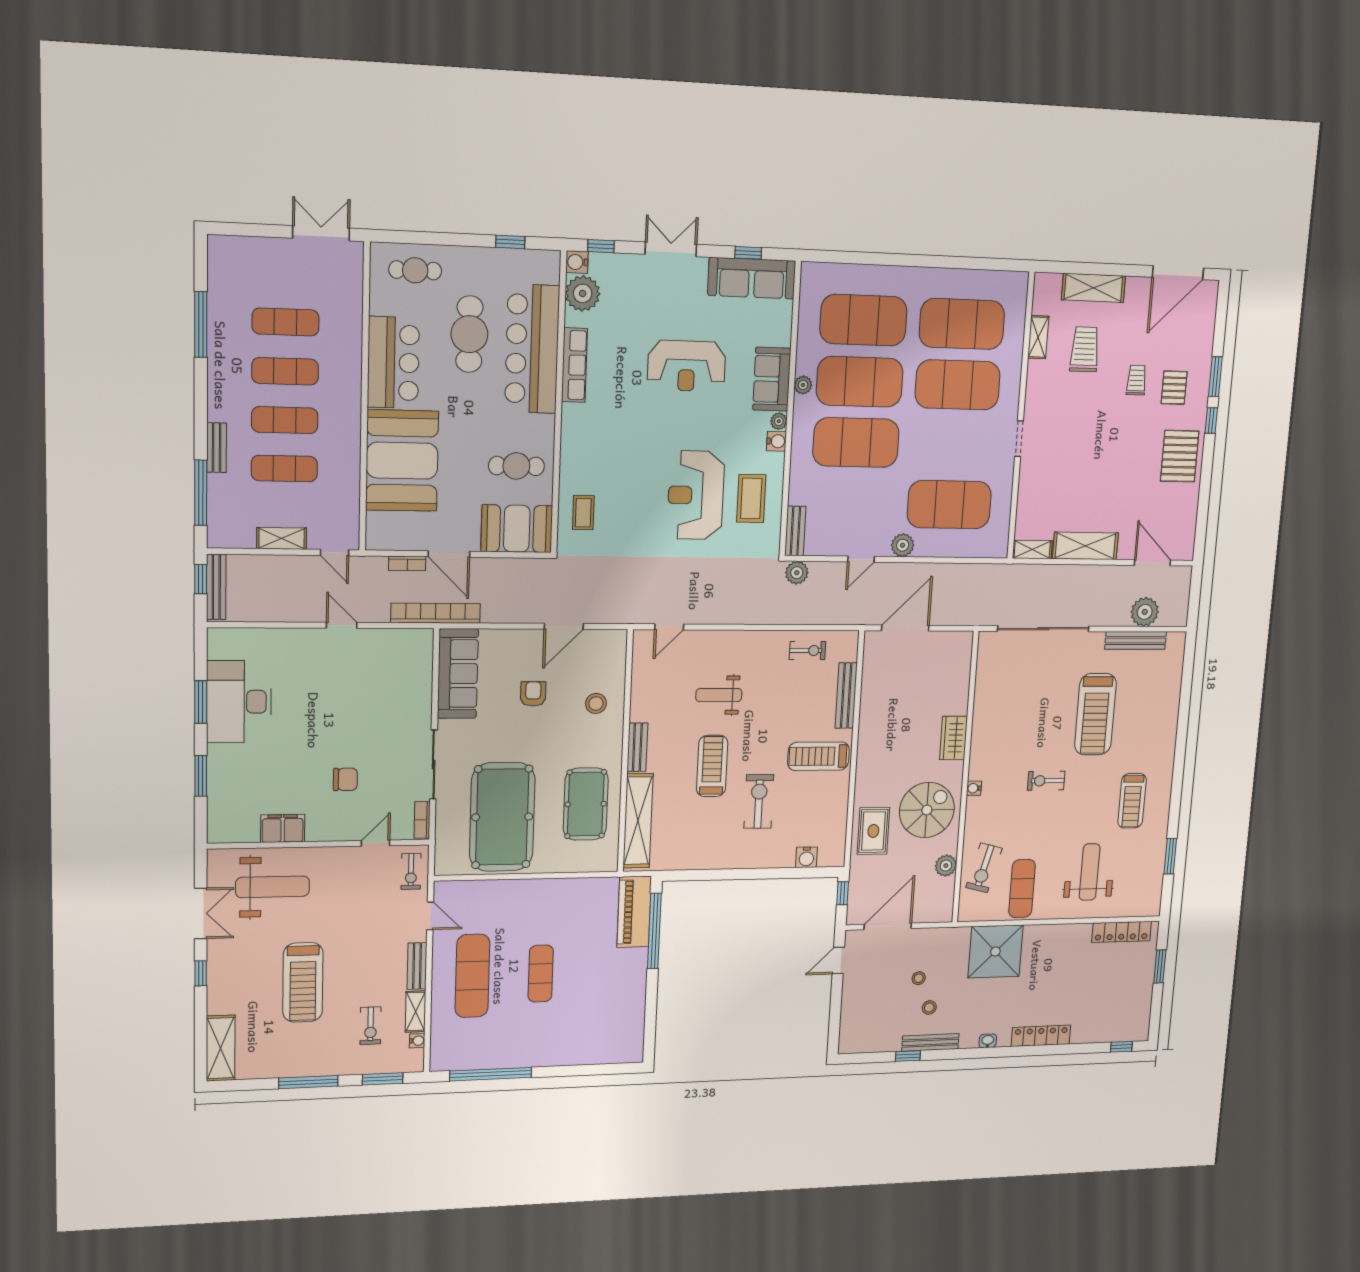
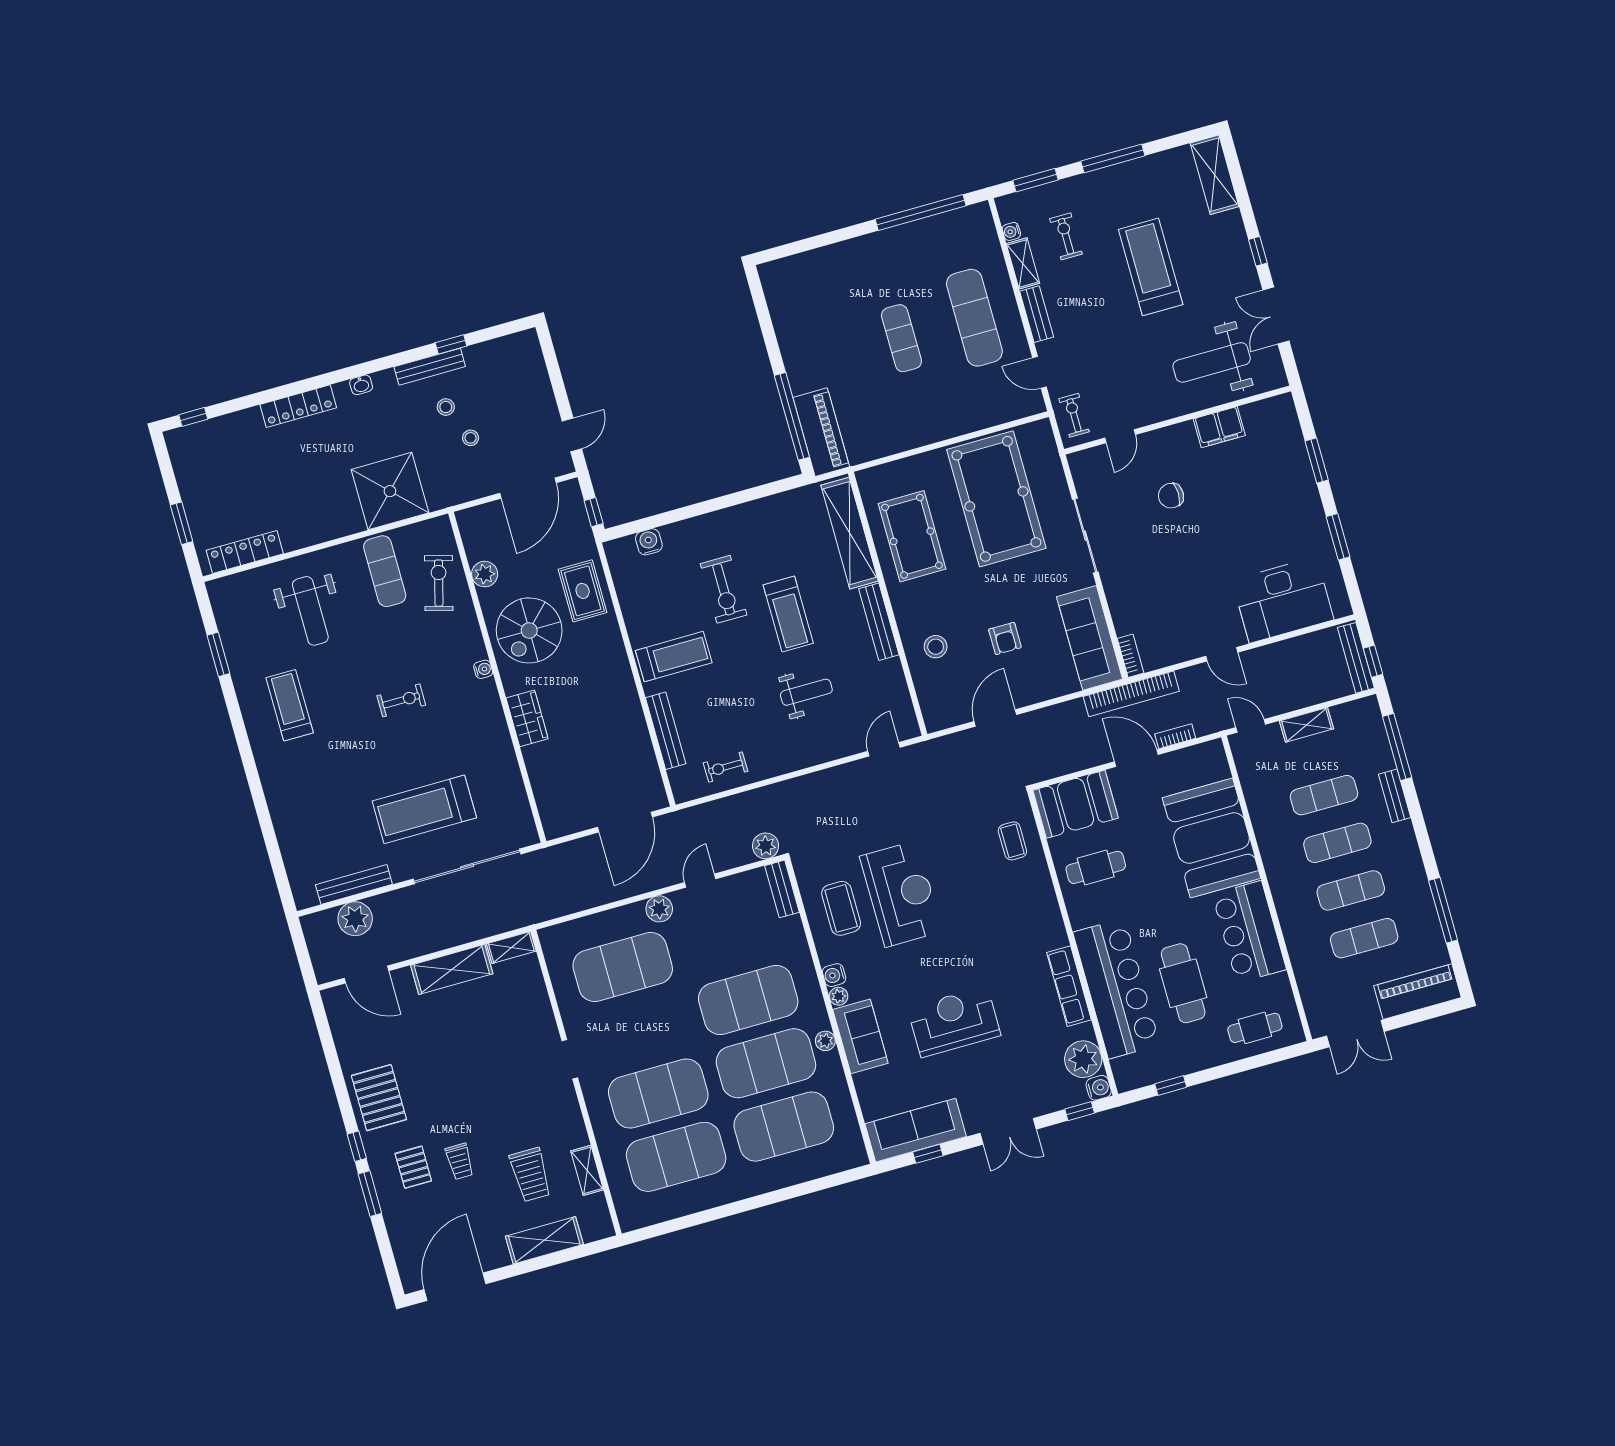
piano: (249, 254) -> (1418, 992), added
desk: (239, 702) -> (1283, 600), moved, turned 90
treadmill: (1095, 714) -> (424, 809), moved, turned -90
bench: (637, 747) -> (879, 622), width x1.36
bookcase: (422, 820) -> (1131, 656), moved

